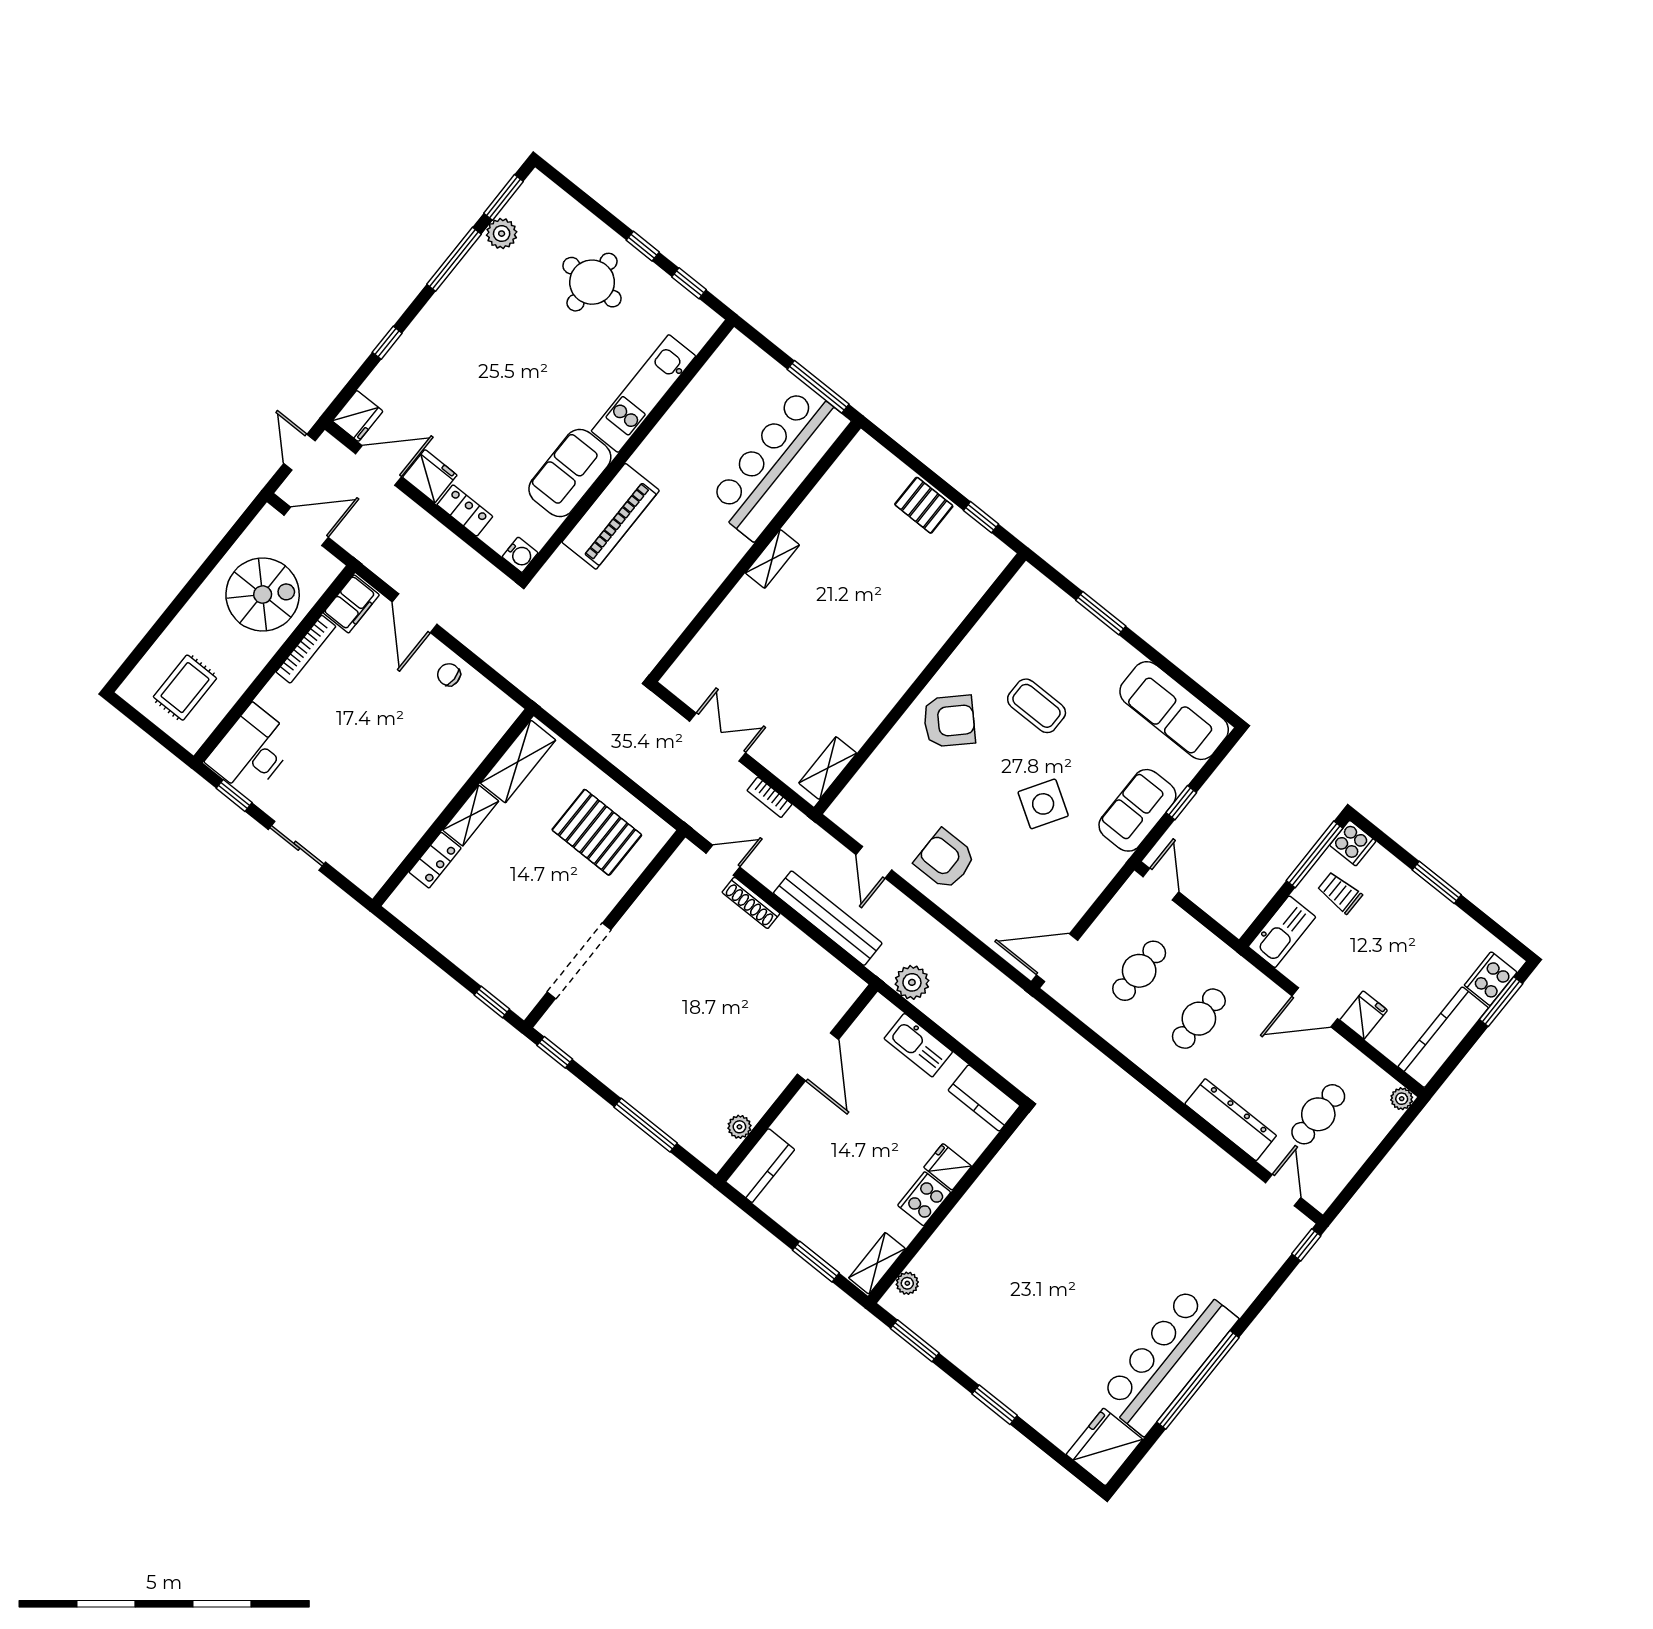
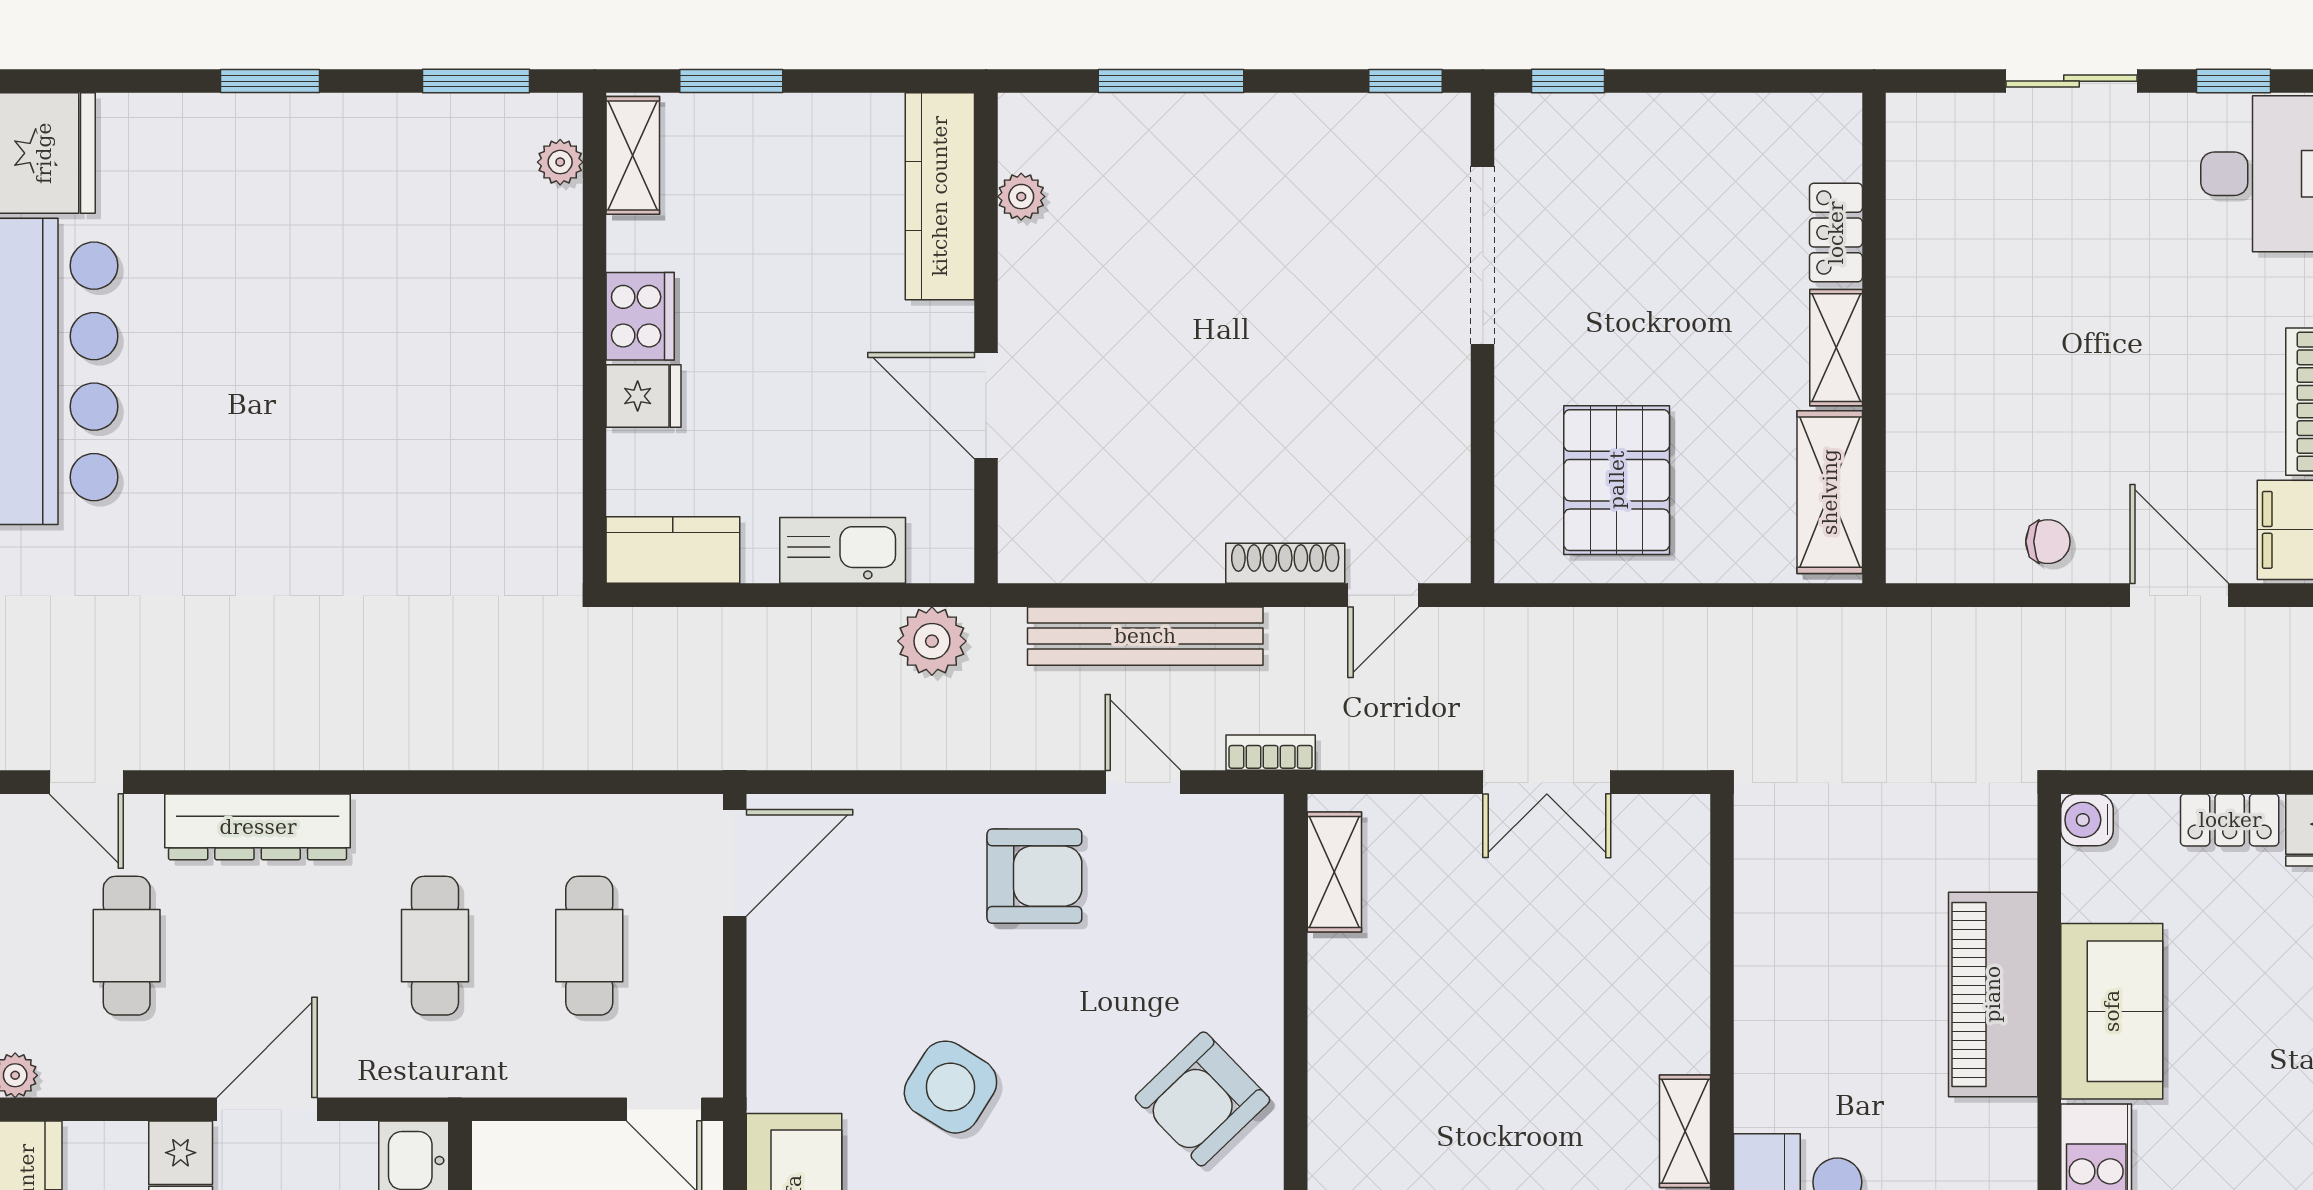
bookcase: (769, 797) -> (1271, 753), moved
pallet: (597, 832) -> (1617, 480), turned 90
kitchen counter: (760, 1166) -> (940, 196), width x1.50

